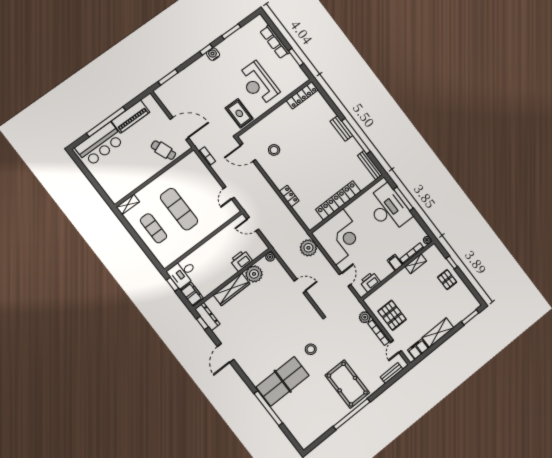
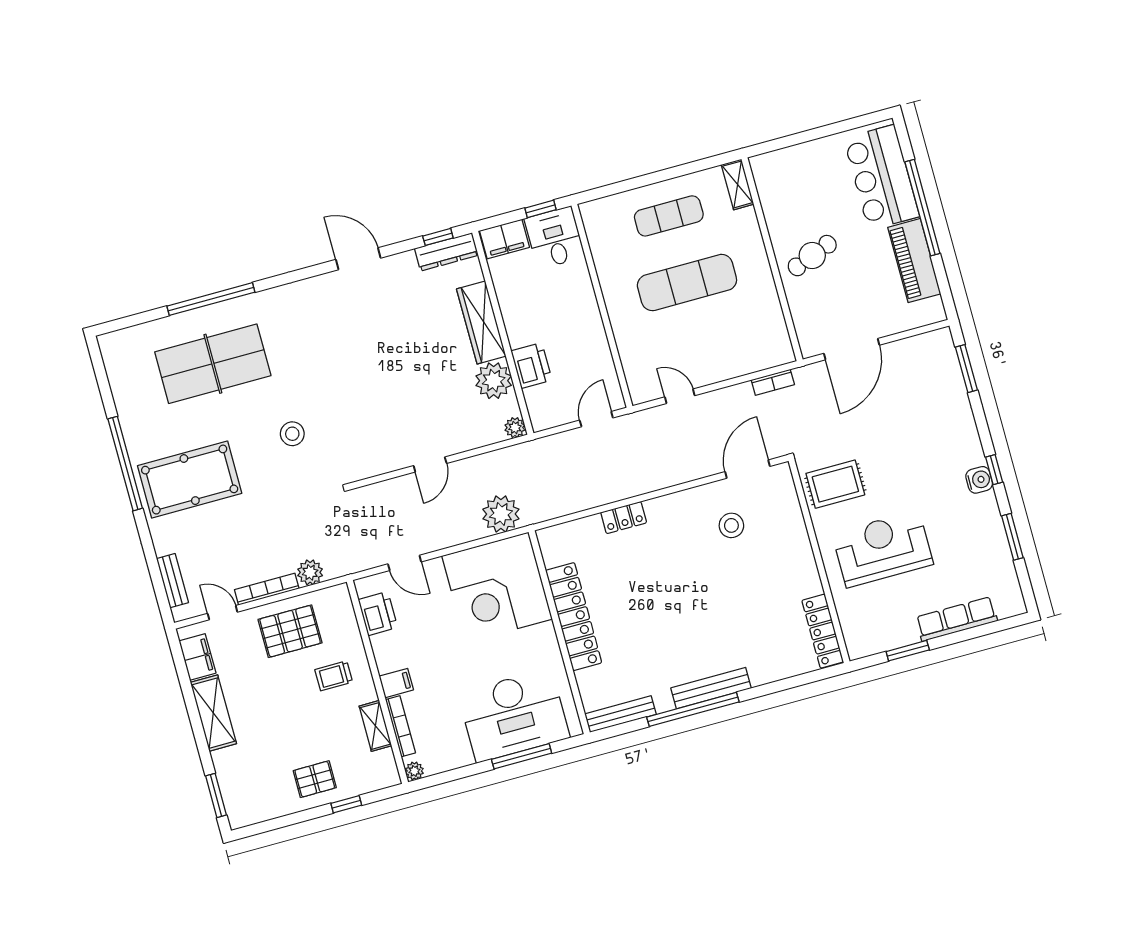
bench: (341, 128) -> (711, 688), width x1.36
cafe table: (163, 150) -> (812, 256), moved
trolley: (403, 289) -> (334, 676), added
table tennis table: (283, 381) -> (213, 364), moved, turned 90

